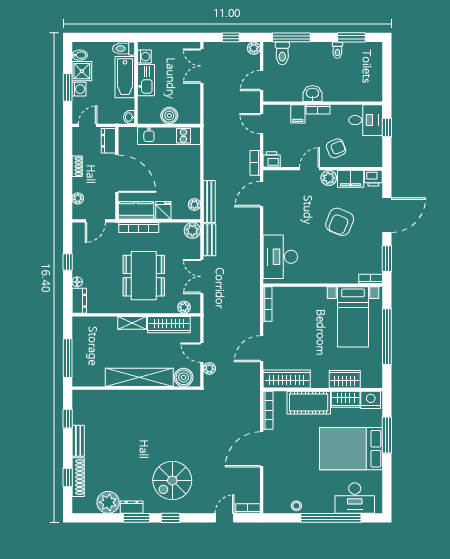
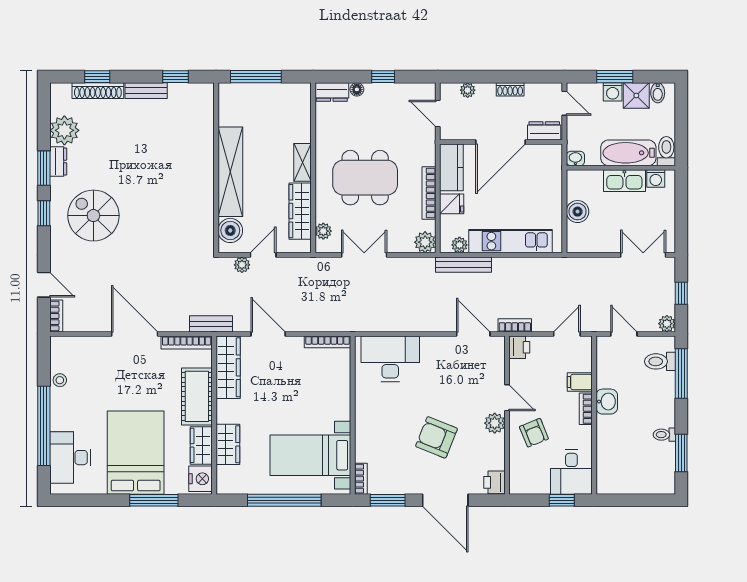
kitchen unit: (169, 136) -> (511, 241), moved, turned 90
filing cabinet: (351, 179) -> (494, 452), removed
bookcase: (139, 227) -> (429, 193), moved
bench: (210, 240) -> (211, 324), moved

